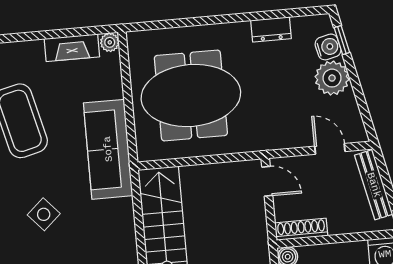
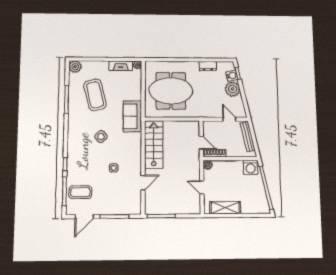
sofa: (108, 149) -> (132, 116), width x0.73
door: (267, 181) -> (201, 143), moved

